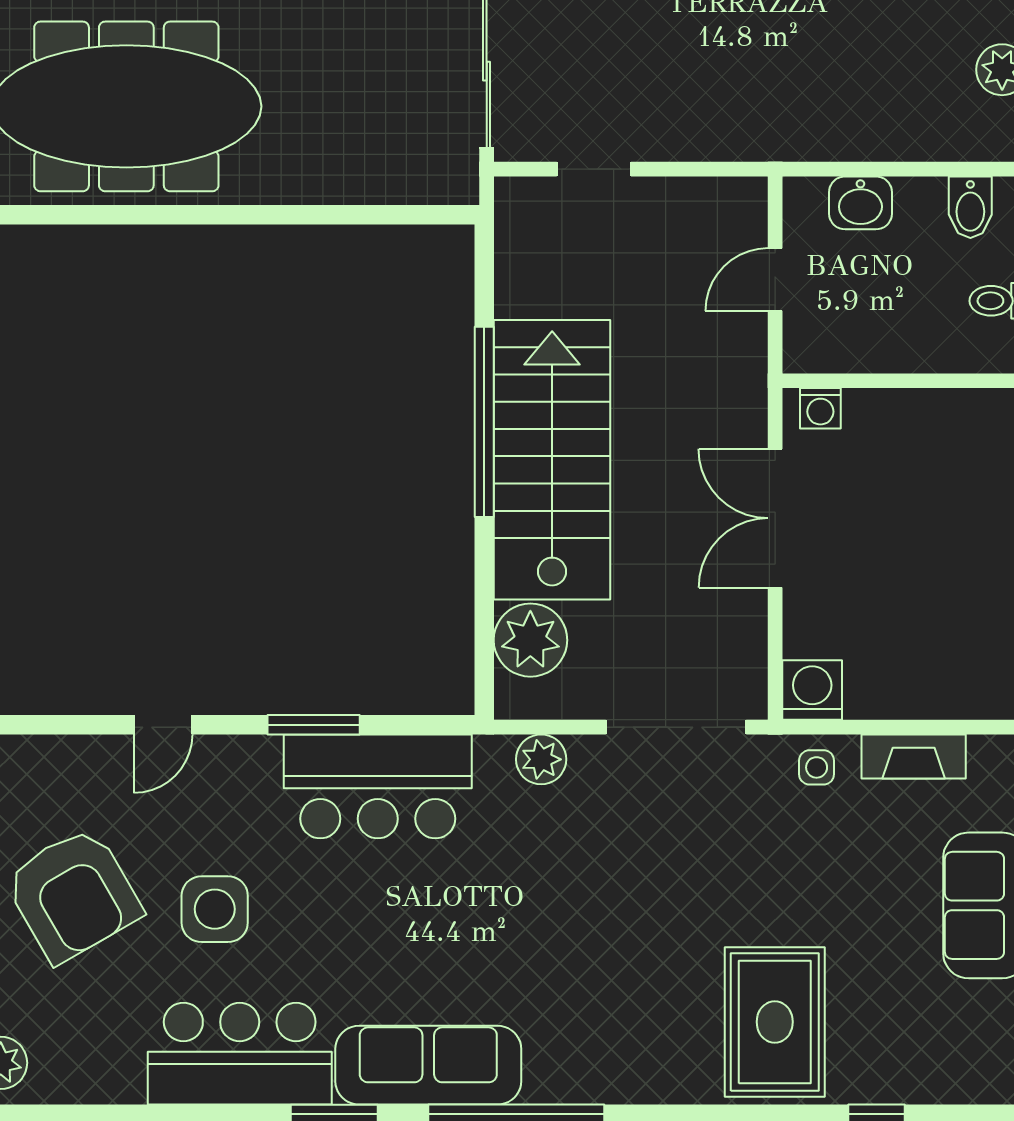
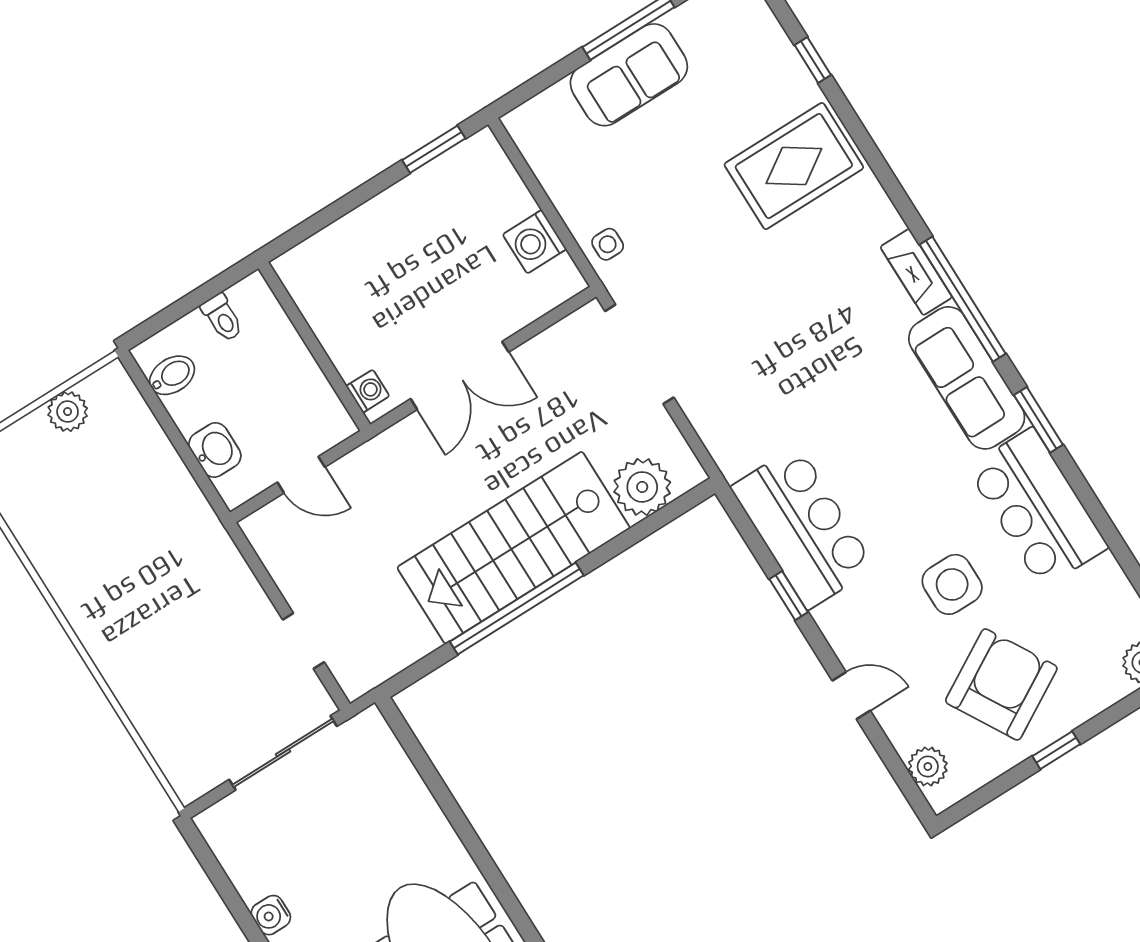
washing machine: (812, 690) -> (535, 242), moved
window: (314, 725) -> (789, 596), width x0.67
fireplace: (914, 756) -> (916, 272), moved, turned 180
plant: (541, 759) -> (928, 766), moved

